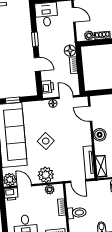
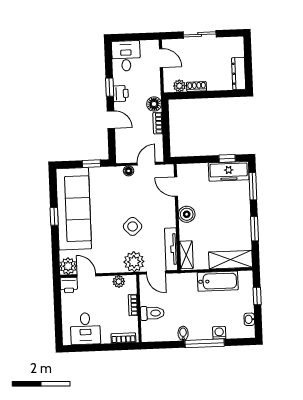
printer: (48, 87) -> (121, 94), moved
door: (66, 97) -> (146, 164), hinge flipped
window: (13, 100) -> (91, 164), moved
side table: (46, 141) -> (133, 226), moved
plant: (46, 175) -> (134, 262), moved

